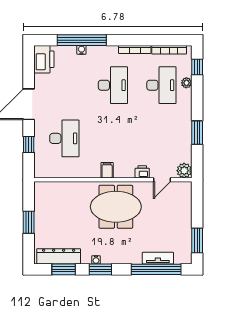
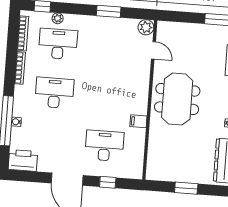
filing cabinet: (107, 170) -> (138, 121), moved
printer: (142, 172) -> (144, 70), removed

